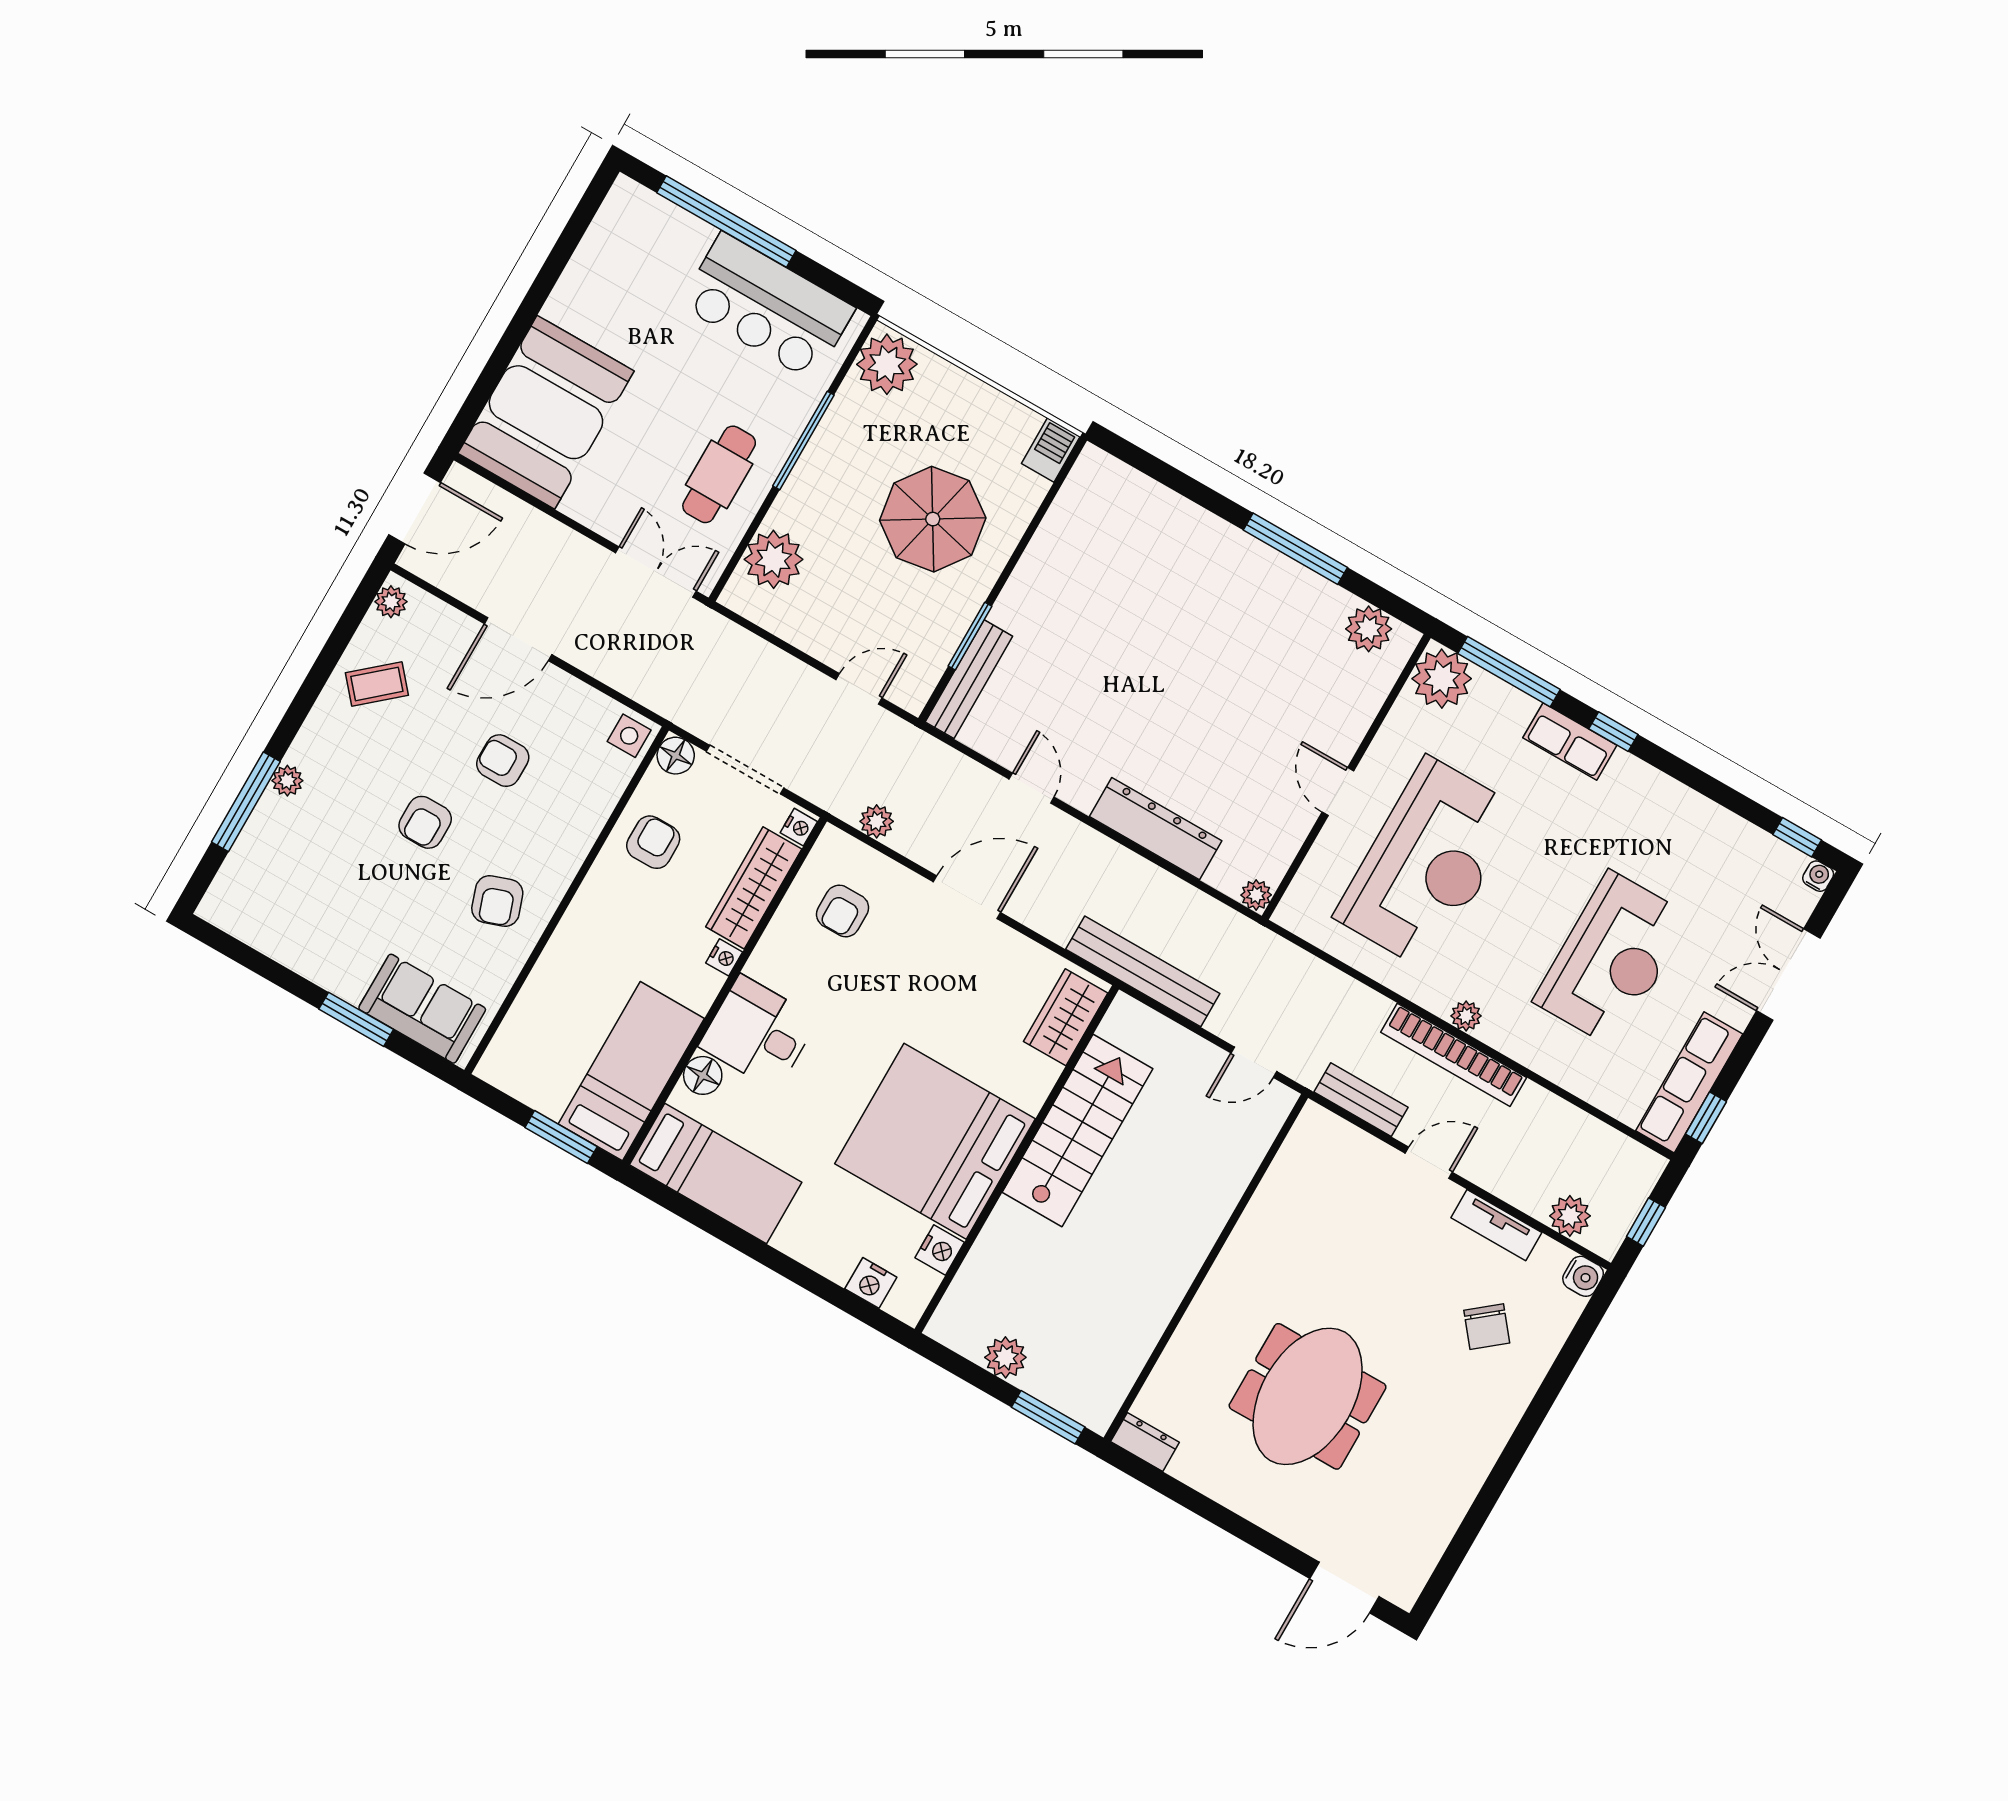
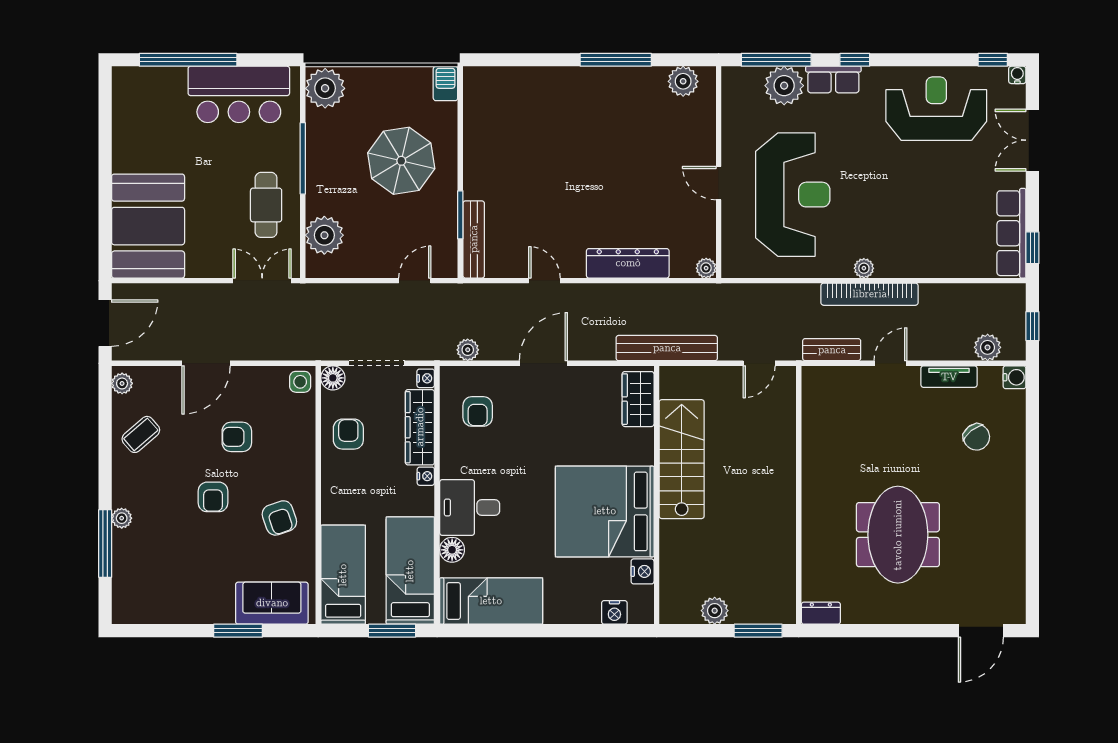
plant: (1442, 679) -> (784, 86), moved
reception desk: (1612, 959) -> (936, 109), moved, turned -90
bed: (539, 1025) -> (343, 575), added

